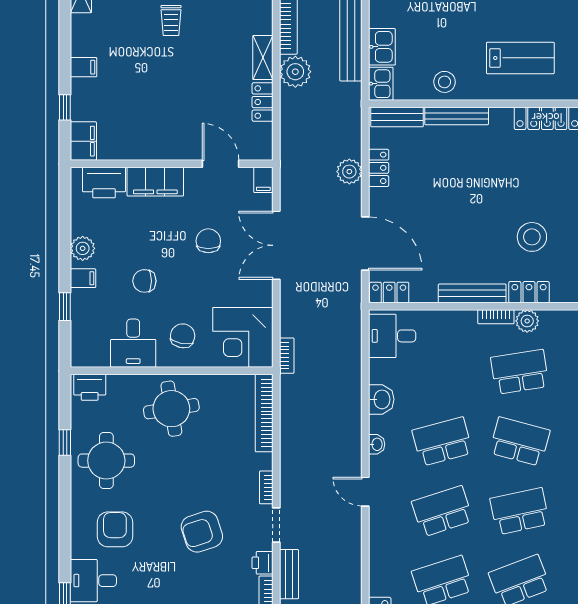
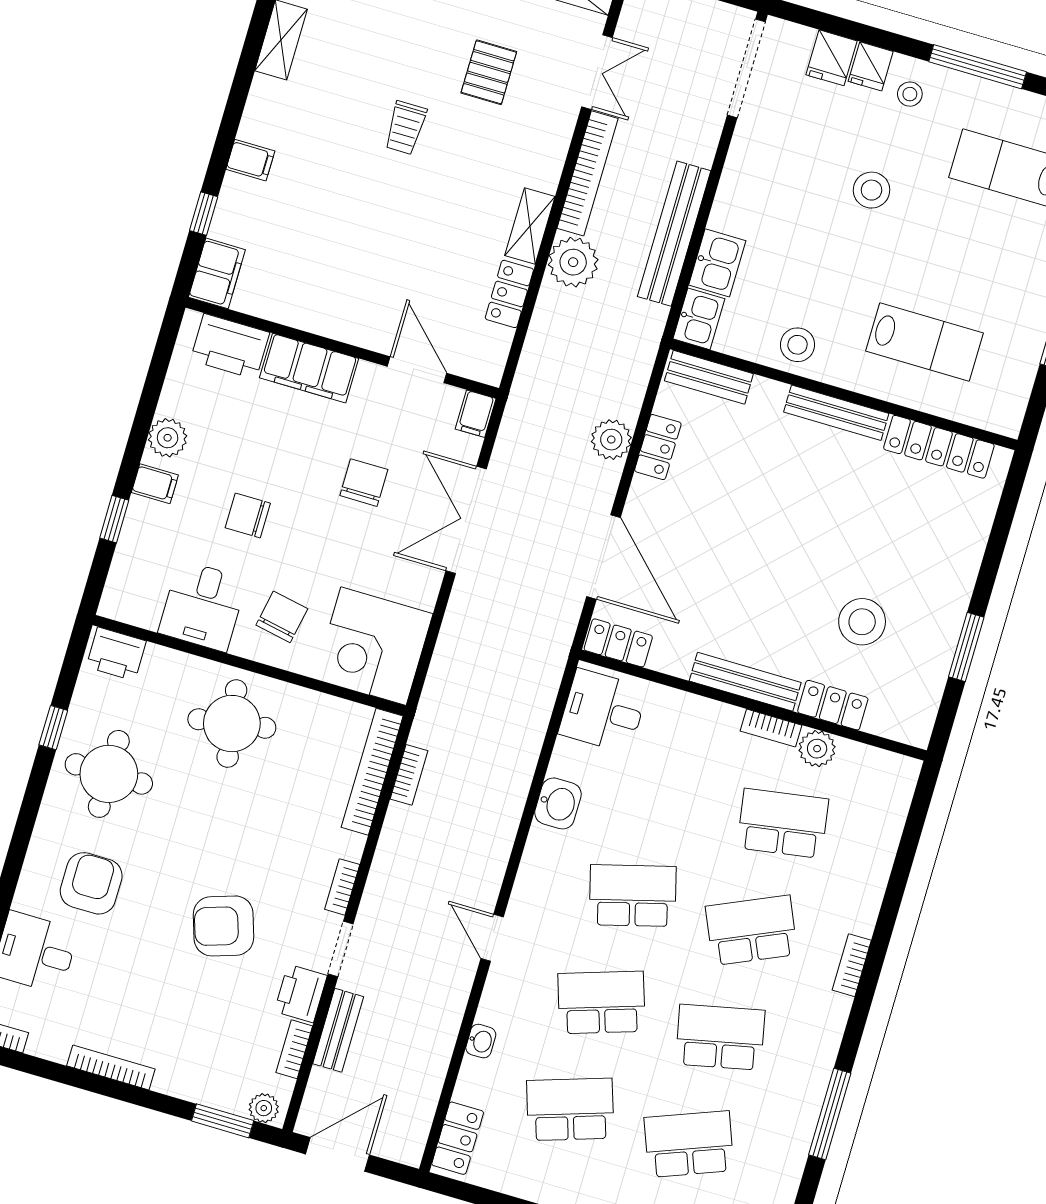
bench: (457, 116) -> (836, 413), moved
bookcase: (287, 356) -> (409, 775), moved
school desk: (520, 442) -> (752, 930), turned -39
washbasin: (377, 444) -> (481, 1041), moved
printer: (263, 563) -> (301, 993), width x1.36, depth x1.24

